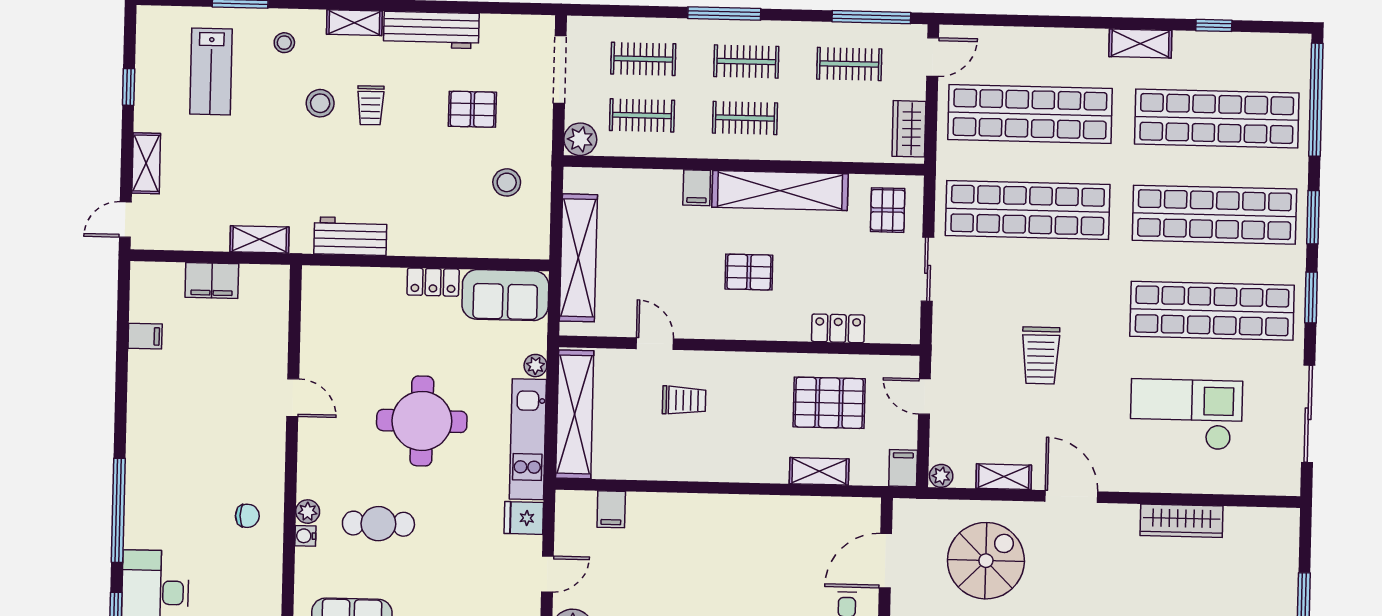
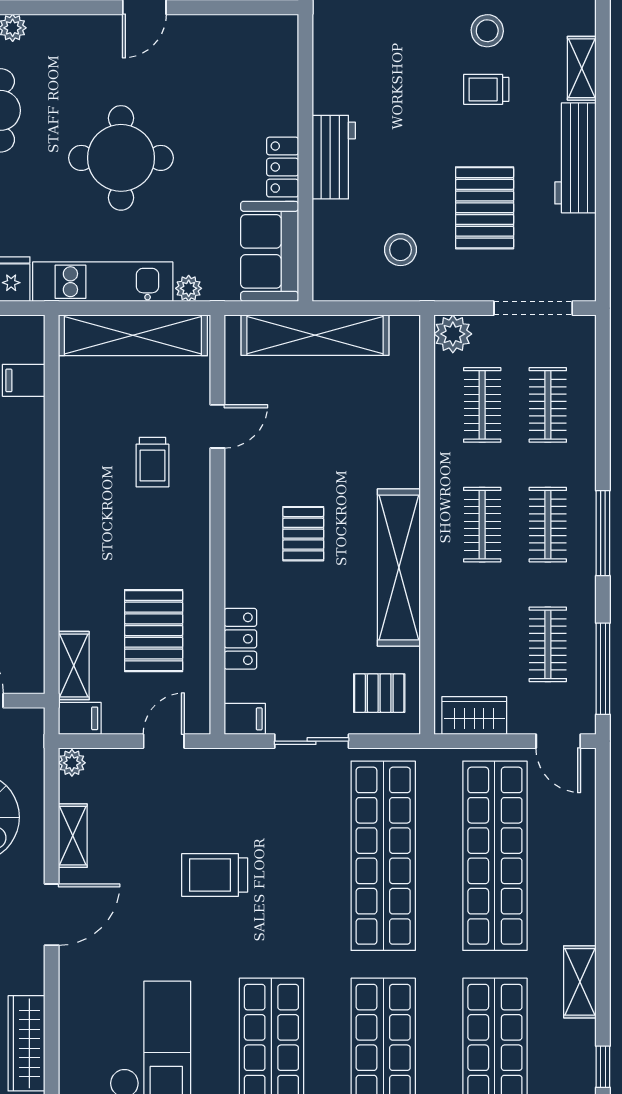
window: (724, 14) -> (603, 533), moved
pallet: (472, 109) -> (485, 208), width x1.50, depth x1.42
filing cabinet: (697, 188) -> (245, 719), moved, turned 180
workbench: (350, 236) -> (334, 157), moved
shelving: (819, 471) -> (74, 666), moved

